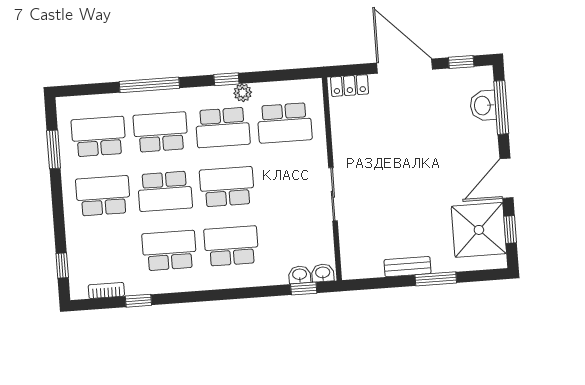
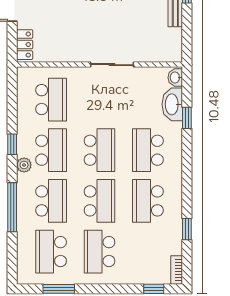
plant: (243, 93) -> (24, 165), moved
school desk: (161, 132) -> (51, 201), turned 180
school desk: (227, 187) -> (99, 150), turned 180
washbasin: (300, 275) -> (172, 104), width x1.91, depth x1.45
window: (304, 289) -> (187, 118), moved
bookcase: (106, 290) -> (177, 270), moved

